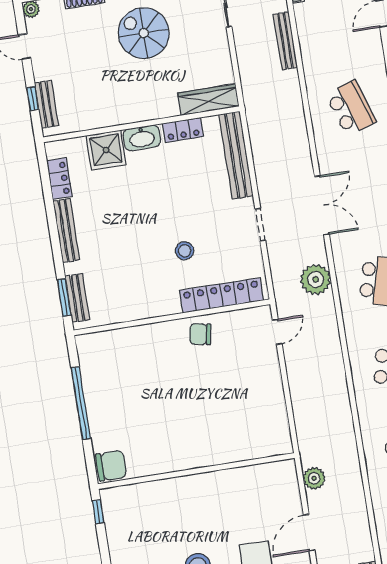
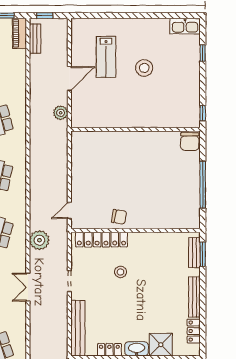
double door: (322, 205) -> (28, 287), width x0.73
chair: (111, 466) -> (190, 141), turned -90

